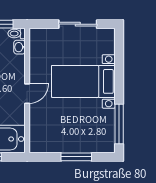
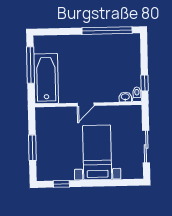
door: (27, 94) -> (86, 104), hinge flipped
window: (119, 124) -> (61, 184), width x0.46

